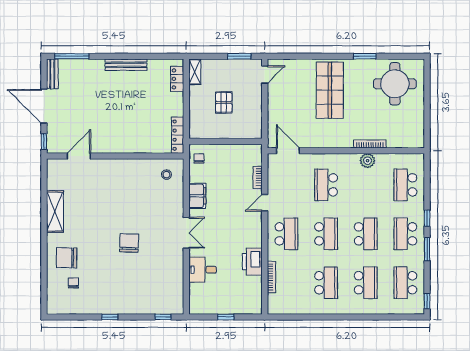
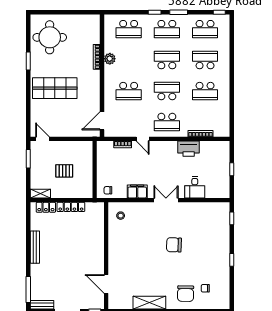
locker: (178, 135) -> (71, 207), moved
school desk: (286, 234) -> (167, 122), turned 180
school desk: (326, 283) -> (205, 91), turned 180

